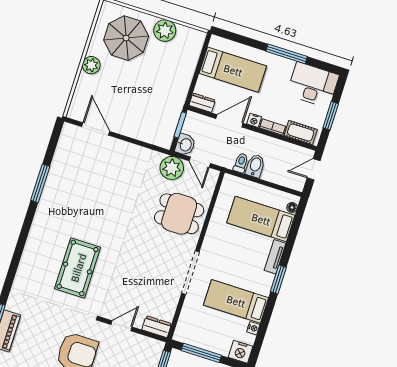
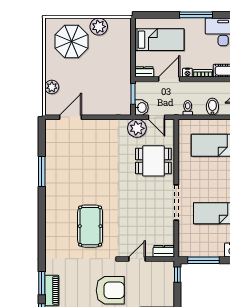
plant: (91, 65) -> (52, 87), moved
door: (96, 129) -> (70, 117), hinge flipped
bidet: (255, 166) -> (212, 107), moved

